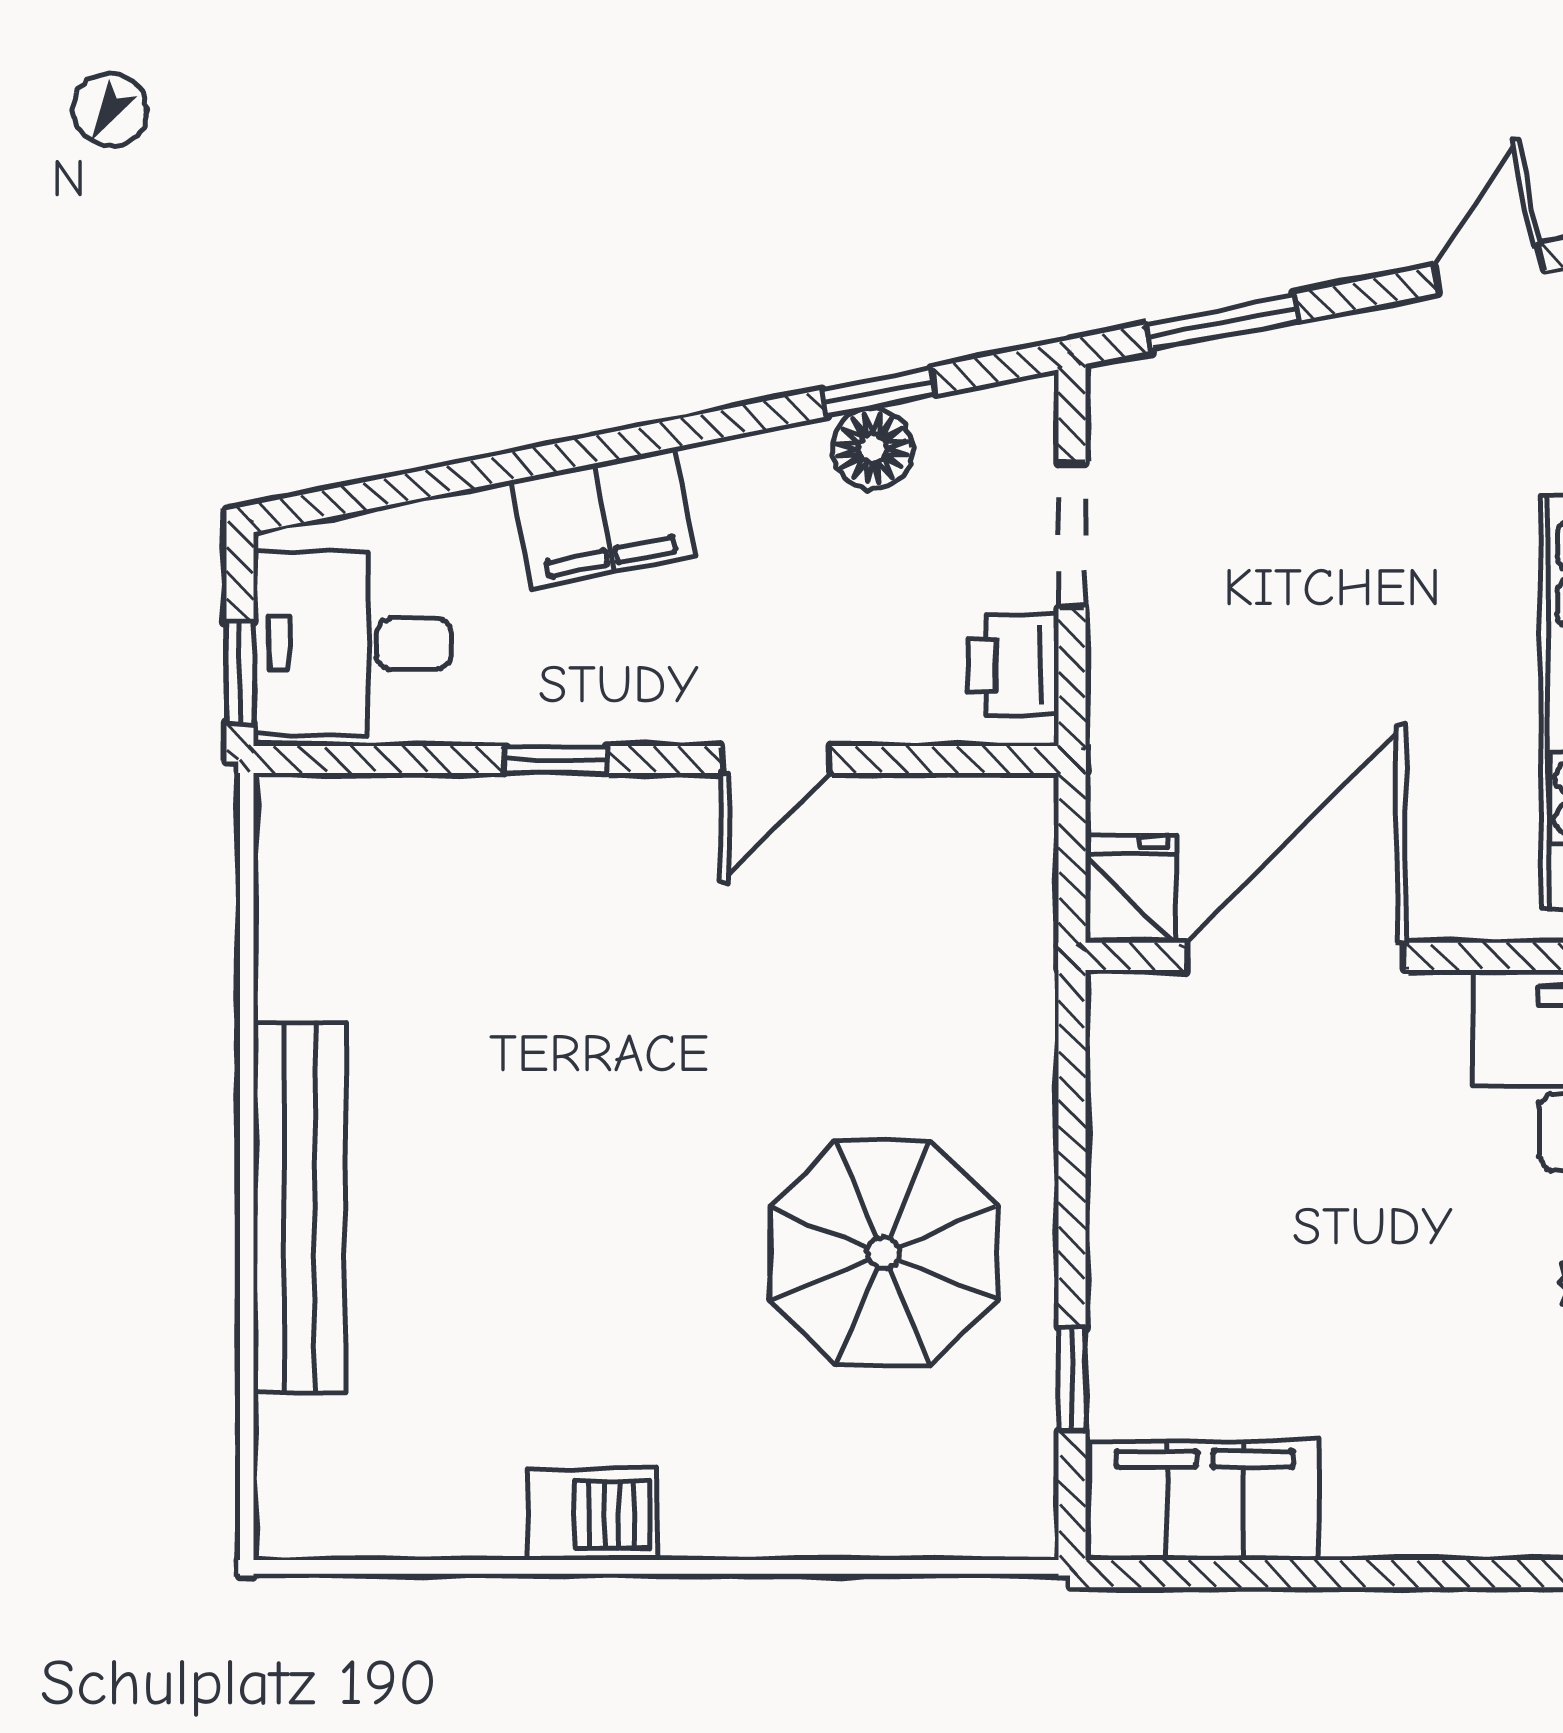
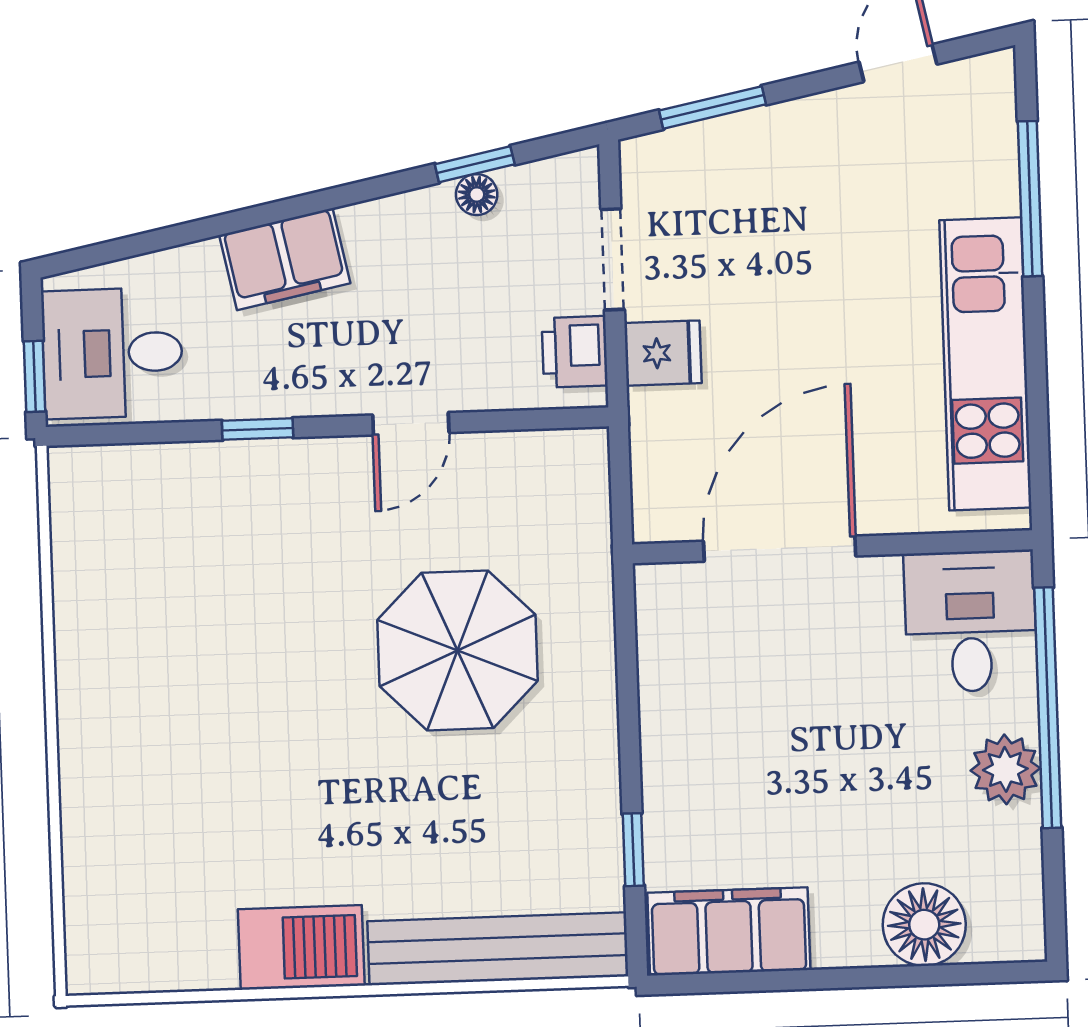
floor lamp: (872, 448) -> (477, 195), width x0.73, depth x0.73
fridge: (1130, 889) -> (663, 353), moved, turned 90
bench: (300, 1208) -> (498, 949), moved, turned 90
parasol: (883, 1253) -> (458, 650), moved
floor lamp: (1484, 1501) -> (924, 925), added
barbecue: (593, 1515) -> (301, 947), width x1.38, depth x1.27

